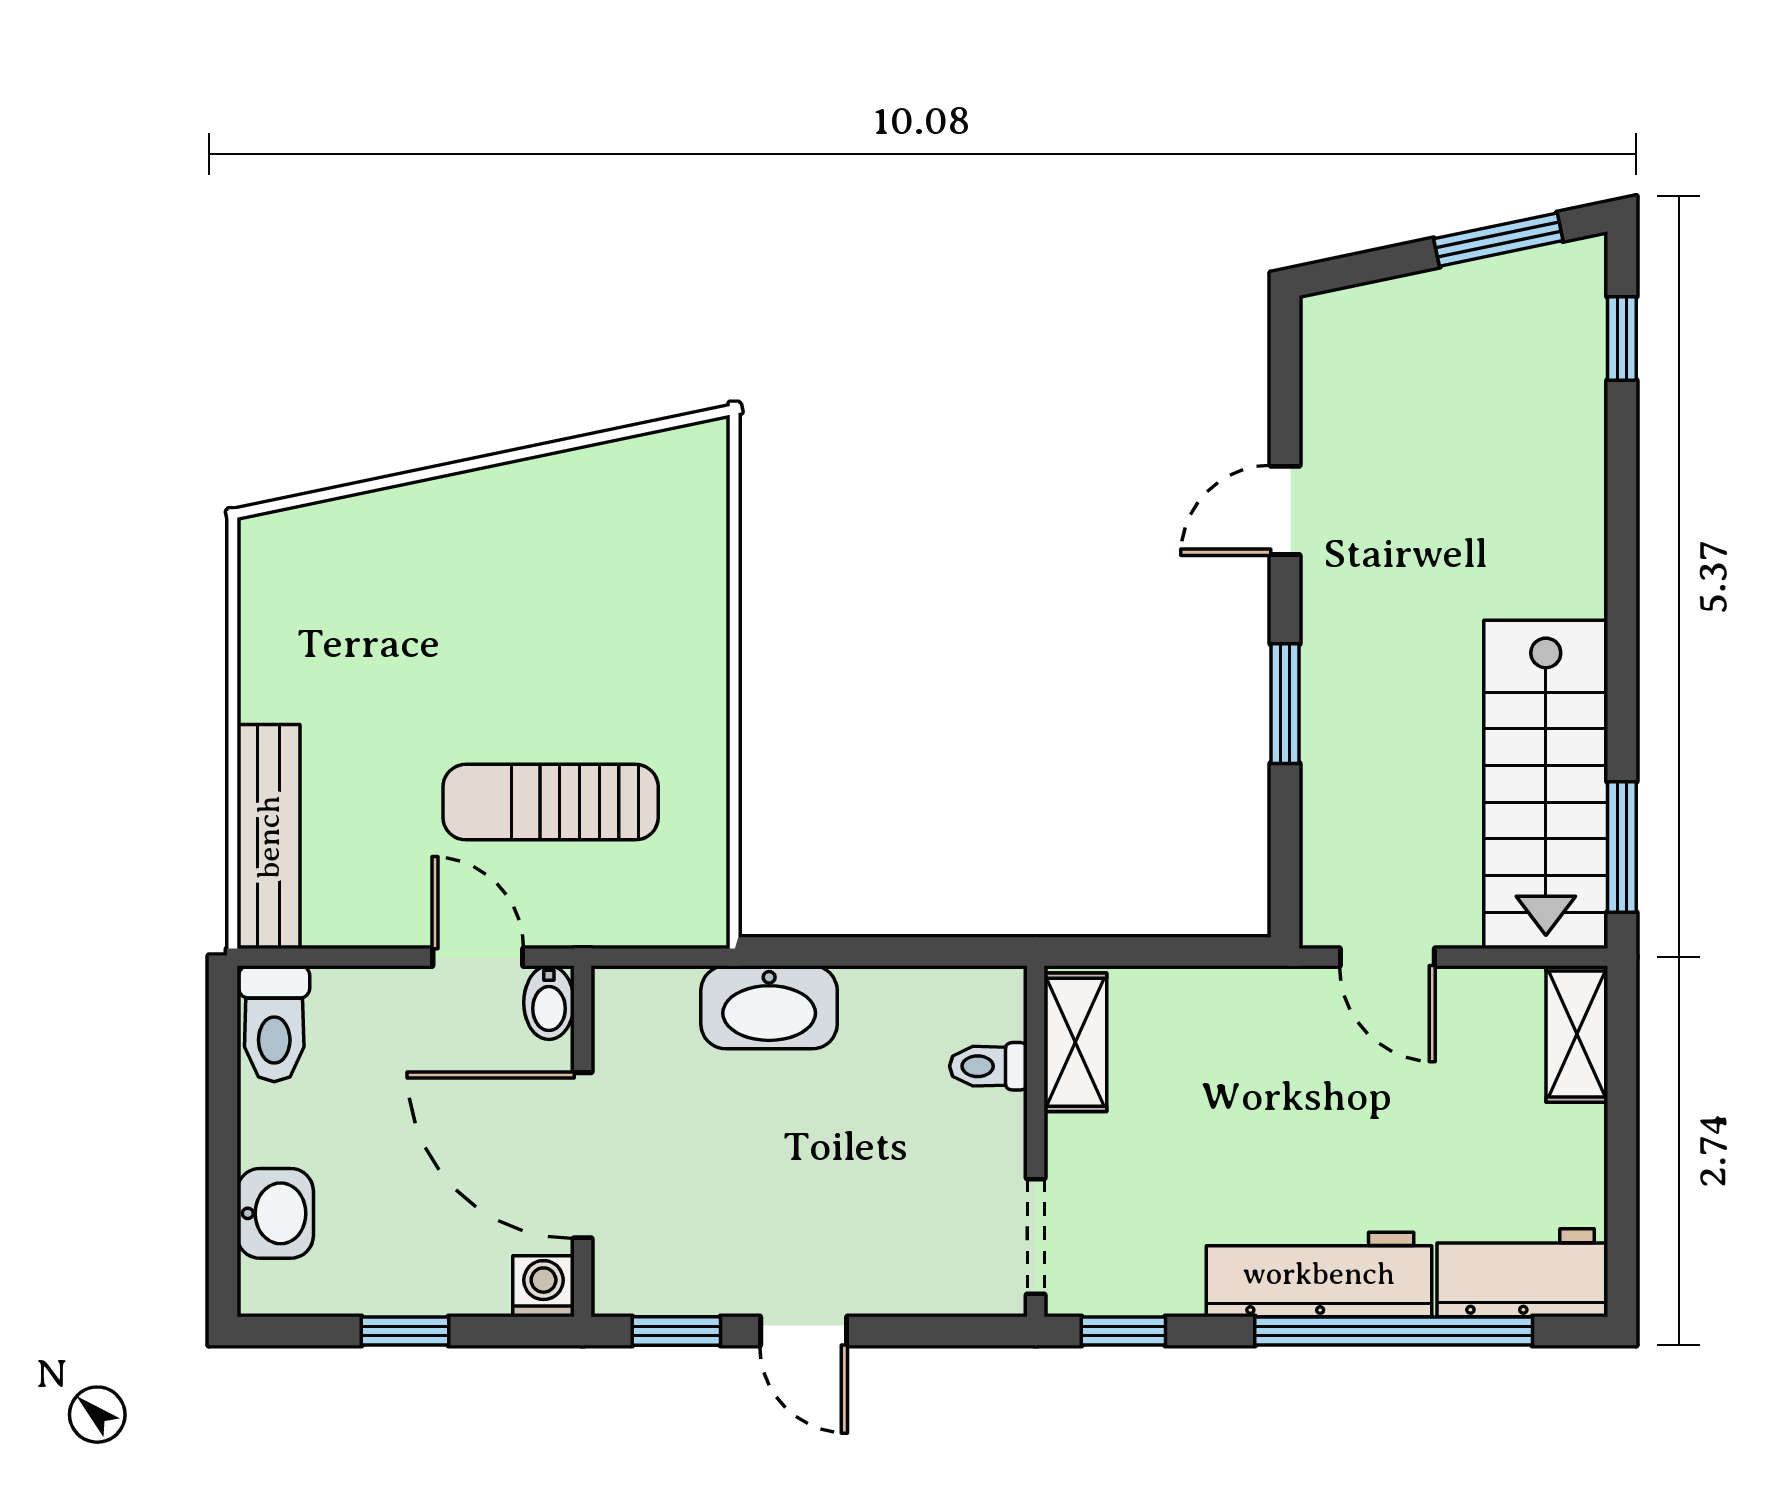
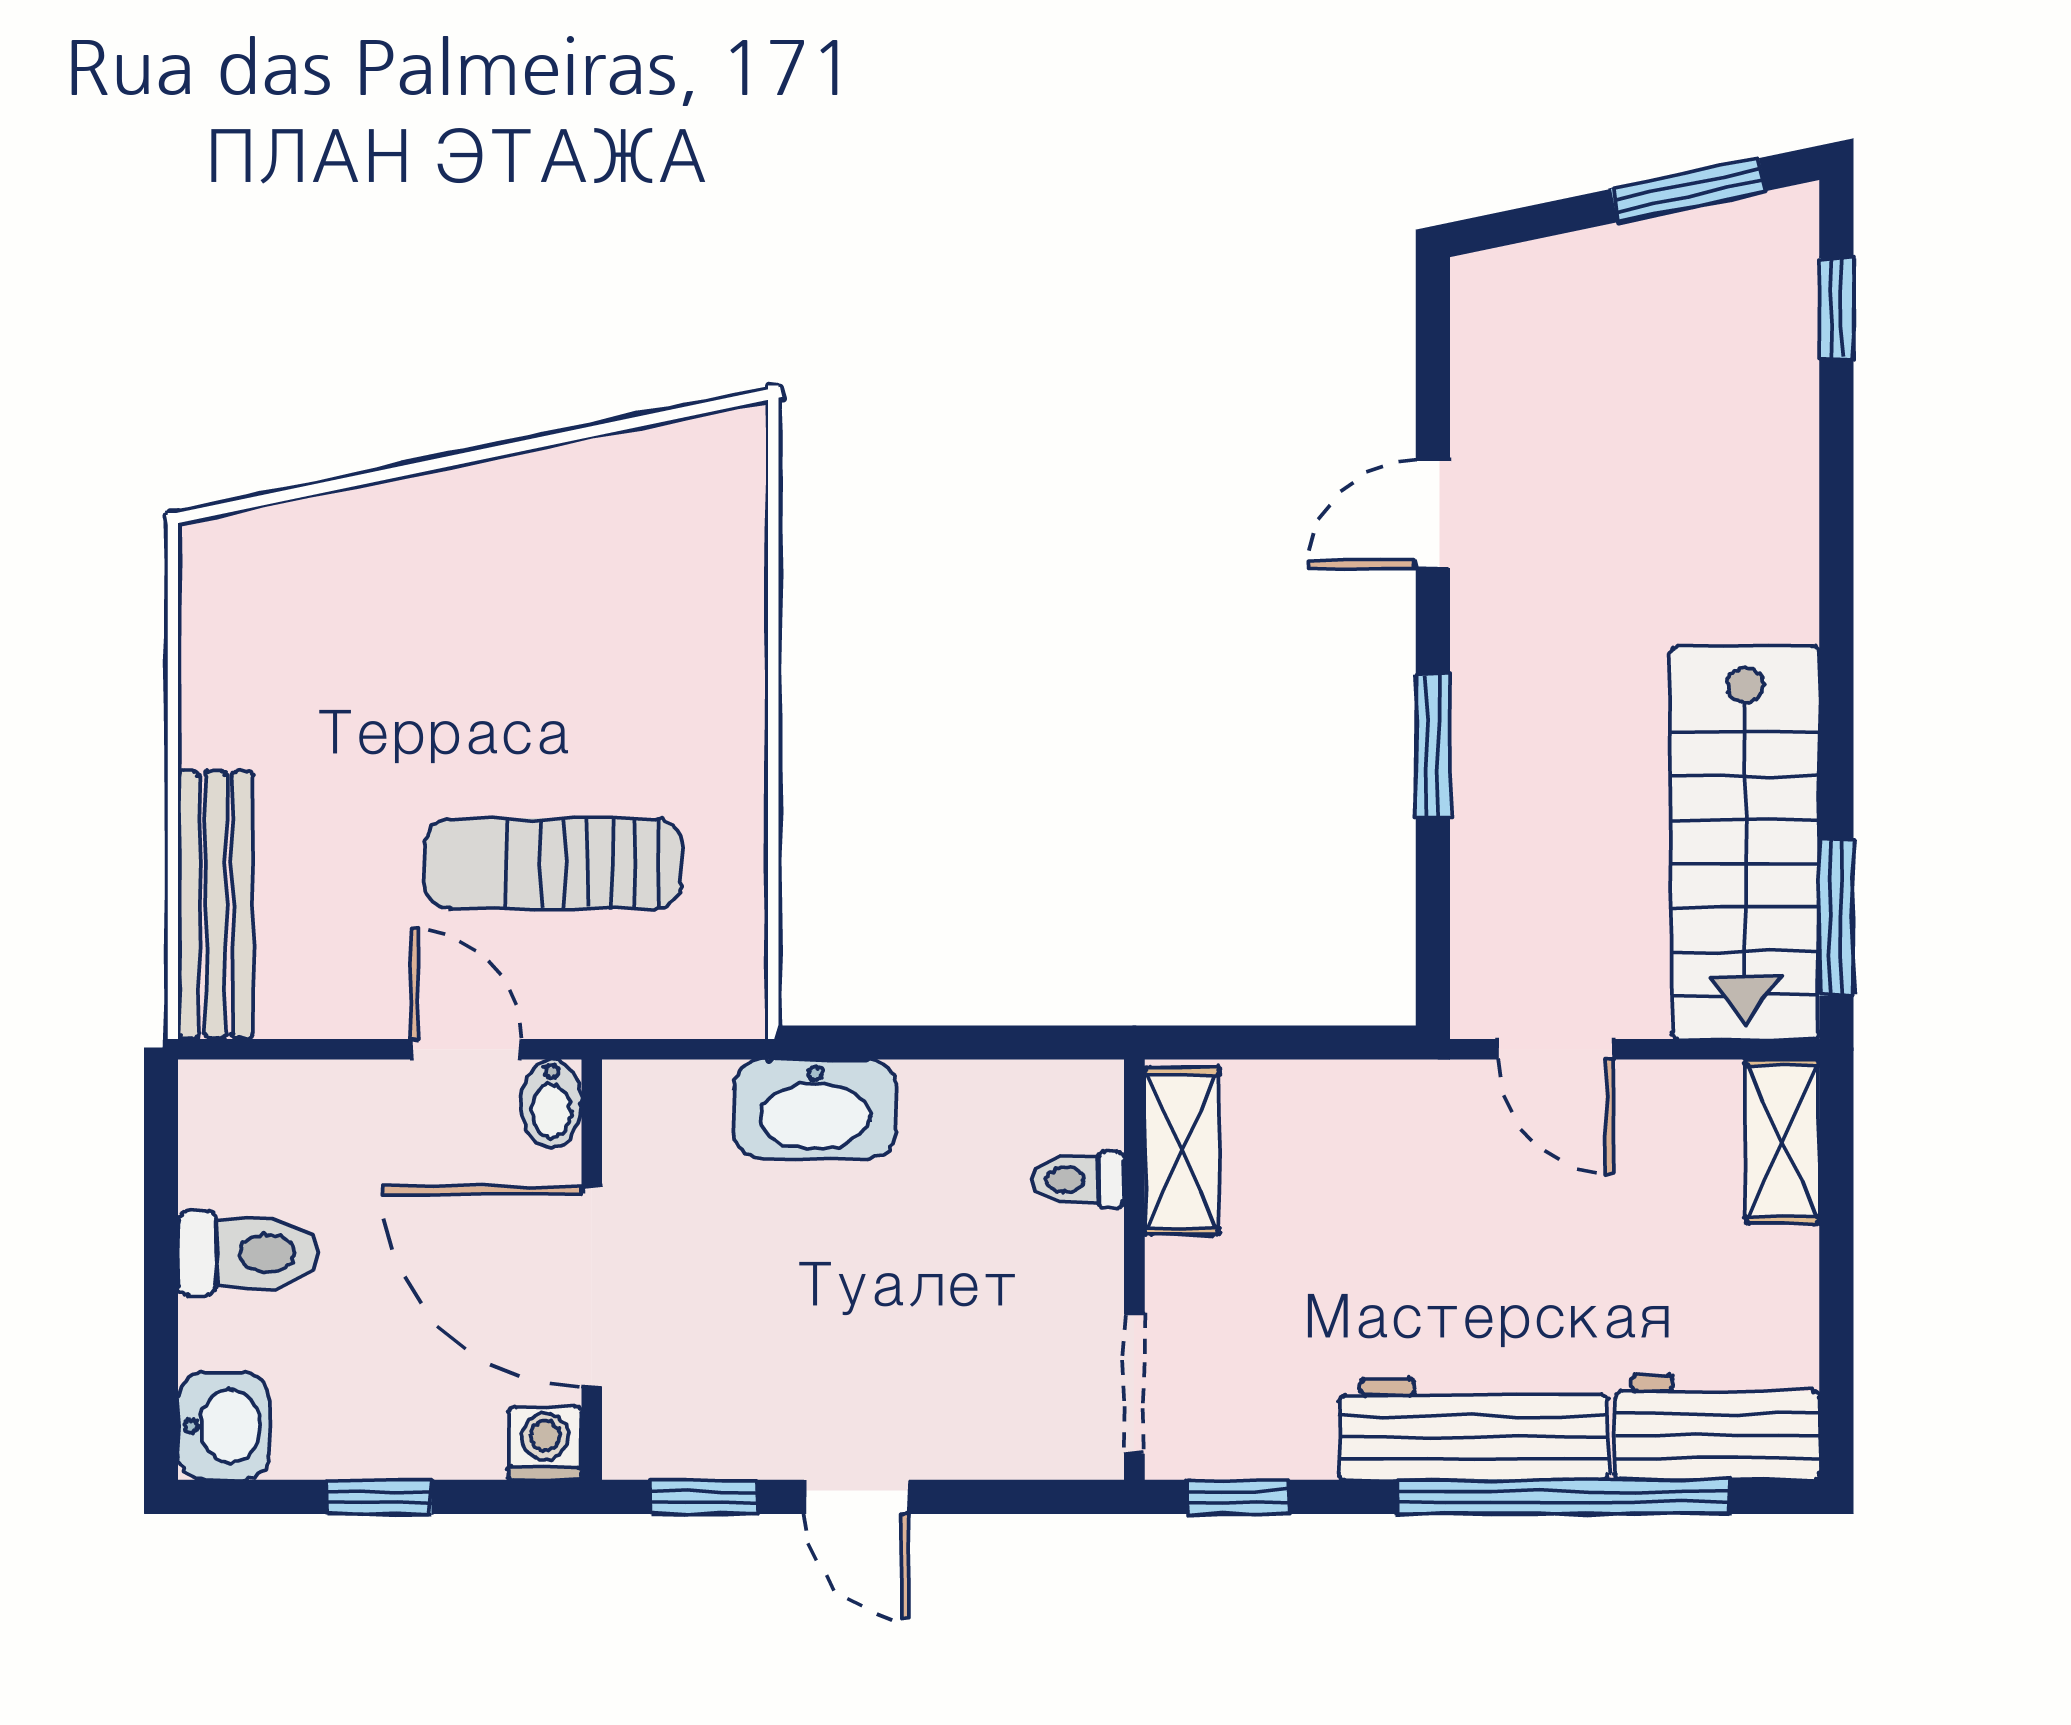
toilet: (274, 1024) -> (248, 1253), moved, turned -90
washbasin: (275, 1213) -> (224, 1426), moved

